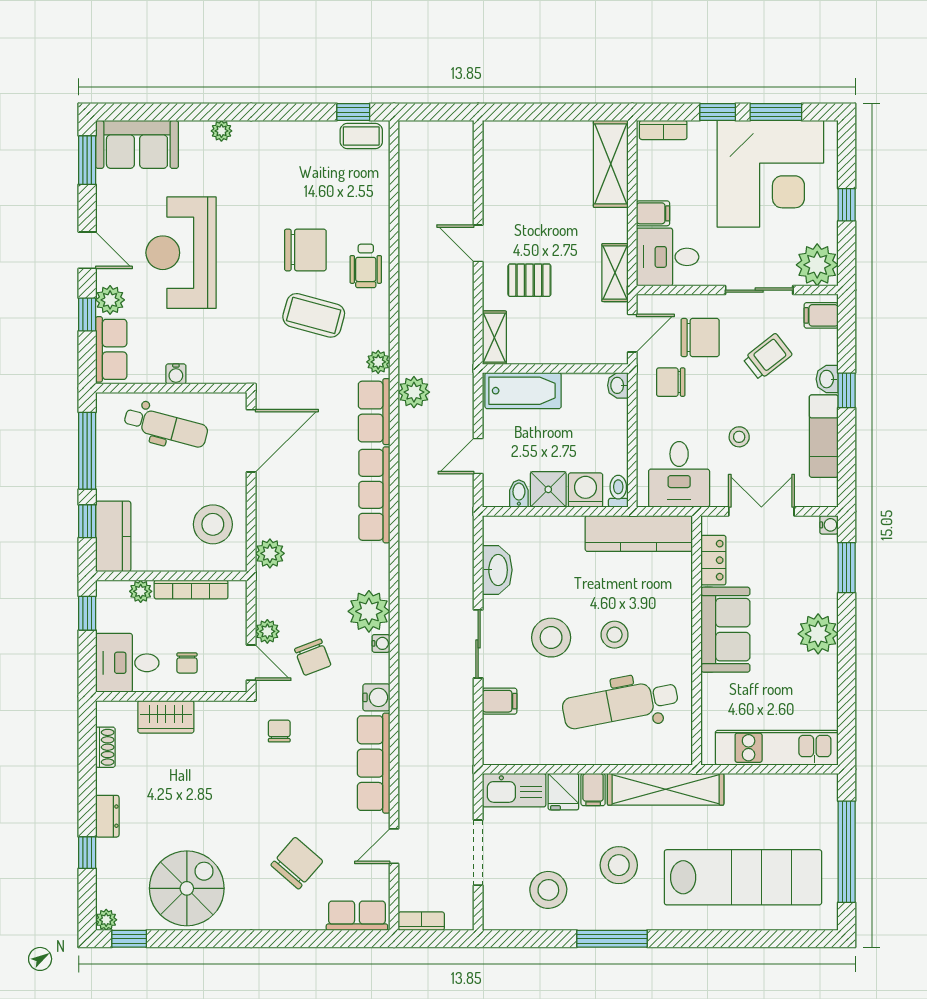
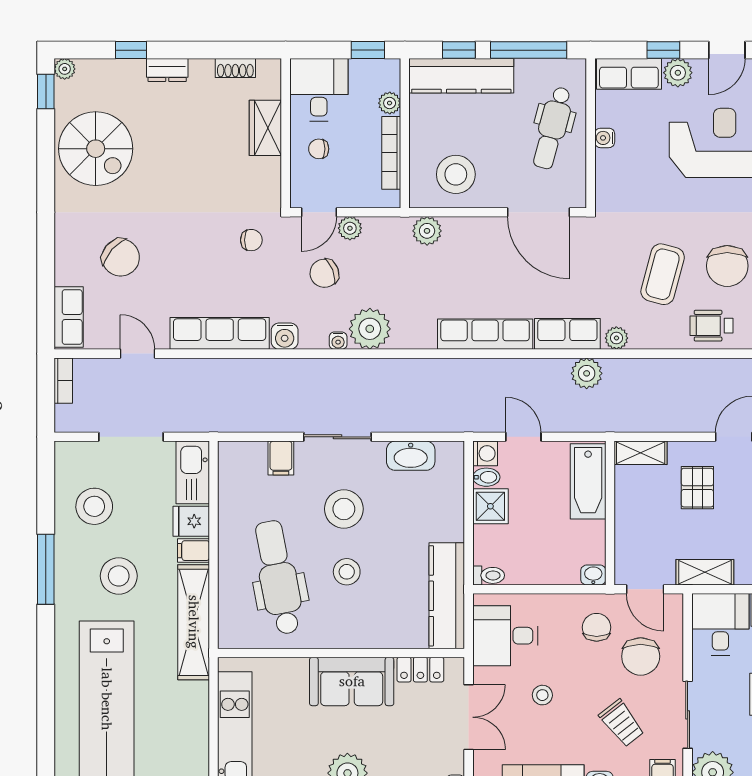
washing machine: (585, 490) -> (485, 453), moved, width x0.73, depth x0.73
kitchen counter: (113, 536) -> (461, 76), width x1.50

